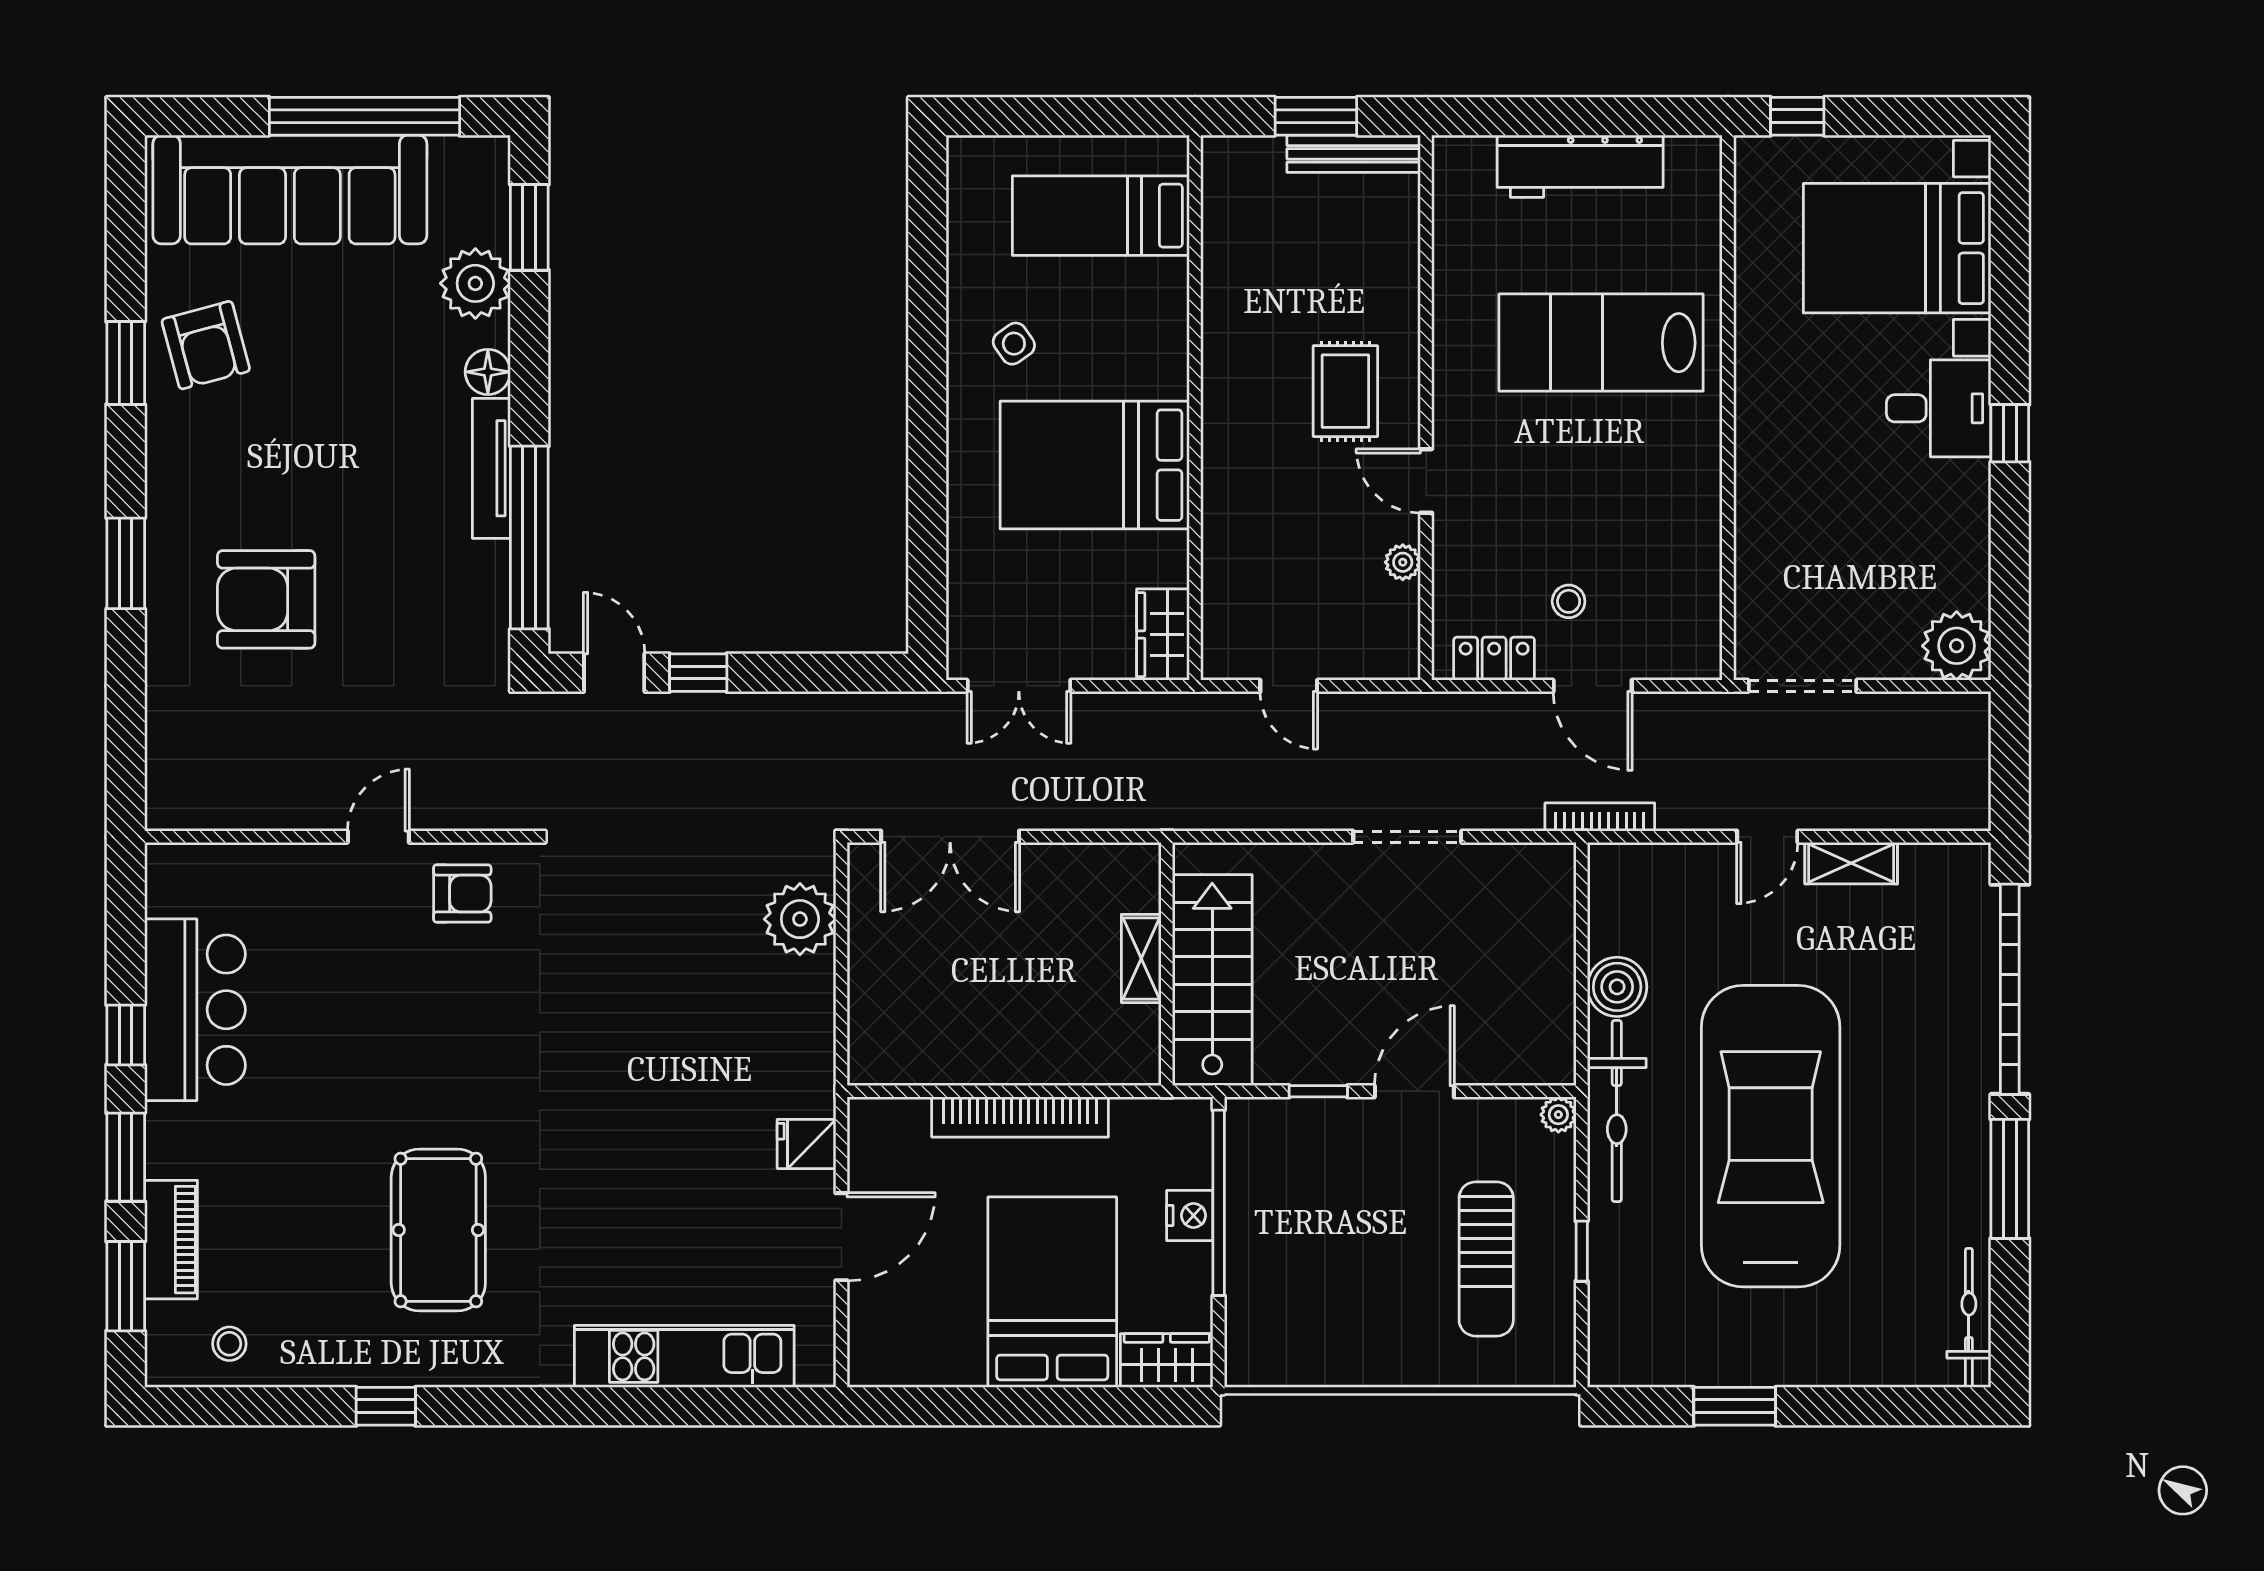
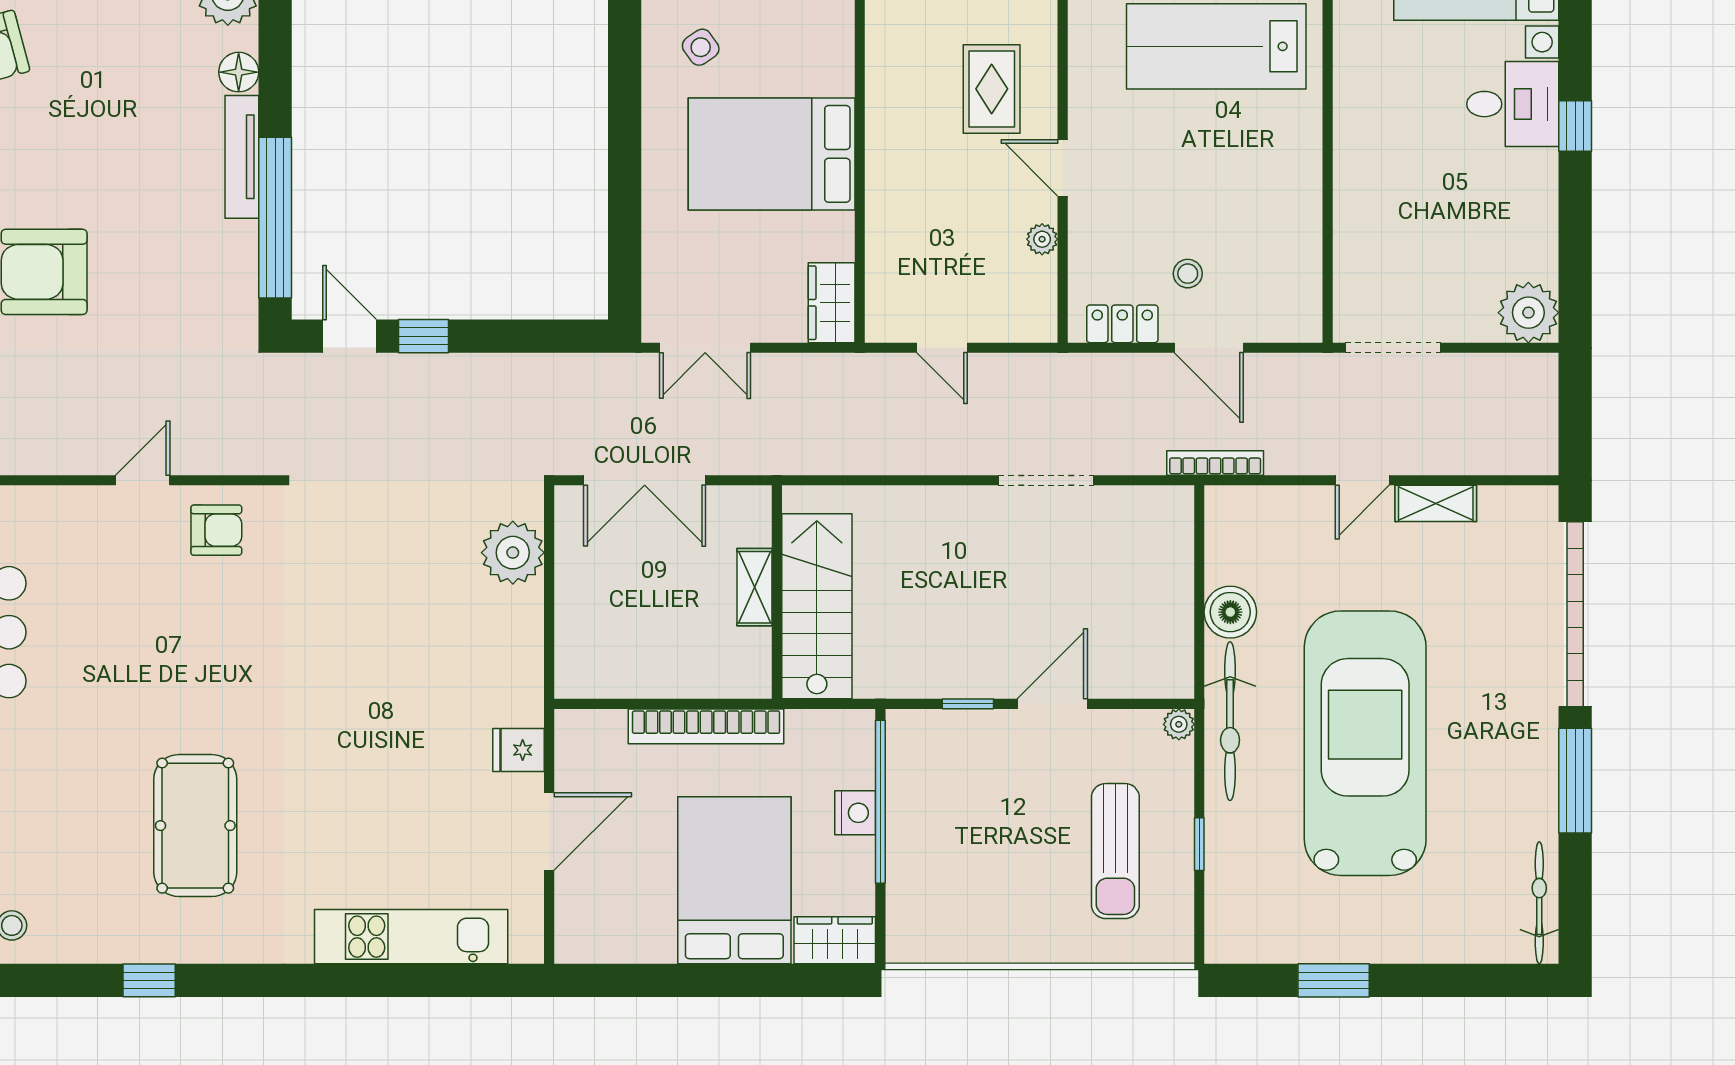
shelving: (1141, 958) -> (755, 587), moved
wall: (1167, 964) -> (777, 592), moved
stairs: (1212, 980) -> (817, 606), moved

